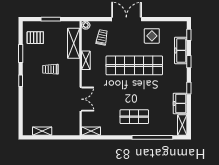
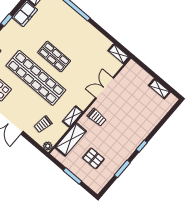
pallet: (35, 38) -> (93, 158), moved
trolley: (51, 69) -> (97, 117), moved
shop shelf: (134, 117) -> (54, 57), moved

